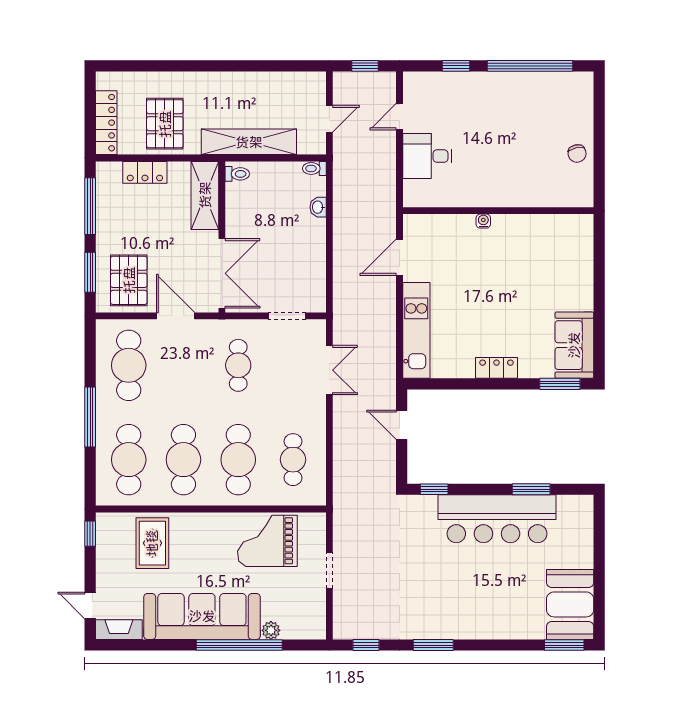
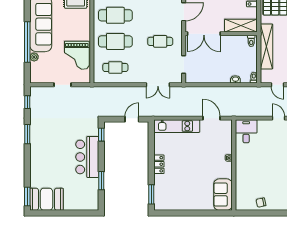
desk: (427, 156) -> (246, 131), moved
sofa: (574, 345) -> (223, 195), moved, turned -90
bar counter: (497, 519) -> (87, 157), width x0.73
grand piano: (267, 541) -> (77, 55), turned 180

